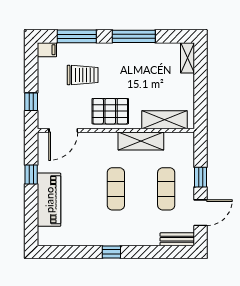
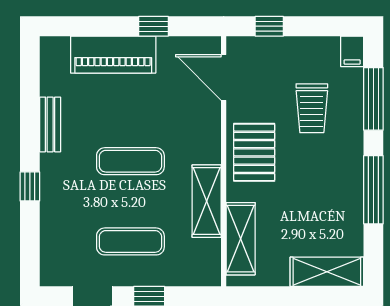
shelving: (188, 58) -> (327, 272), width x1.50, depth x1.33
bench: (177, 239) -> (50, 124), moved
window: (111, 252) -> (30, 186), moved

